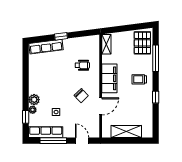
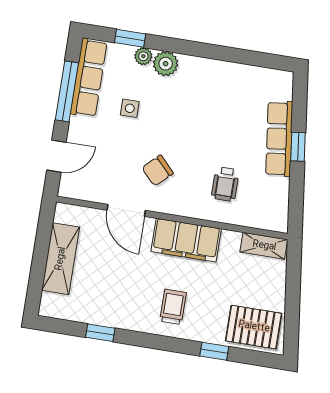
row of seats: (46, 47) -> (279, 139), moved
window: (156, 58) -> (214, 351), width x0.46
window: (156, 97) -> (100, 333), moved

